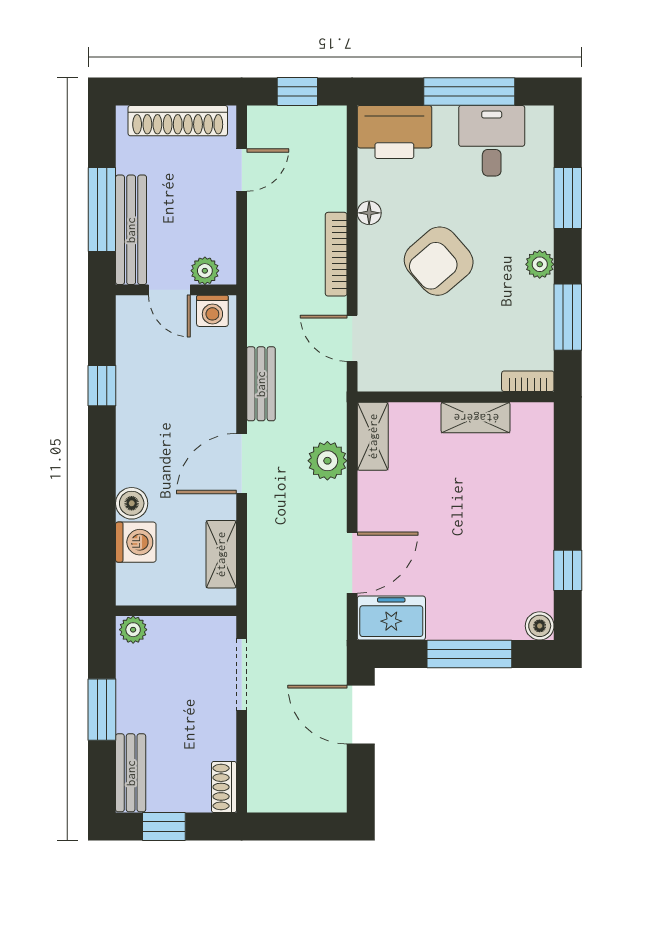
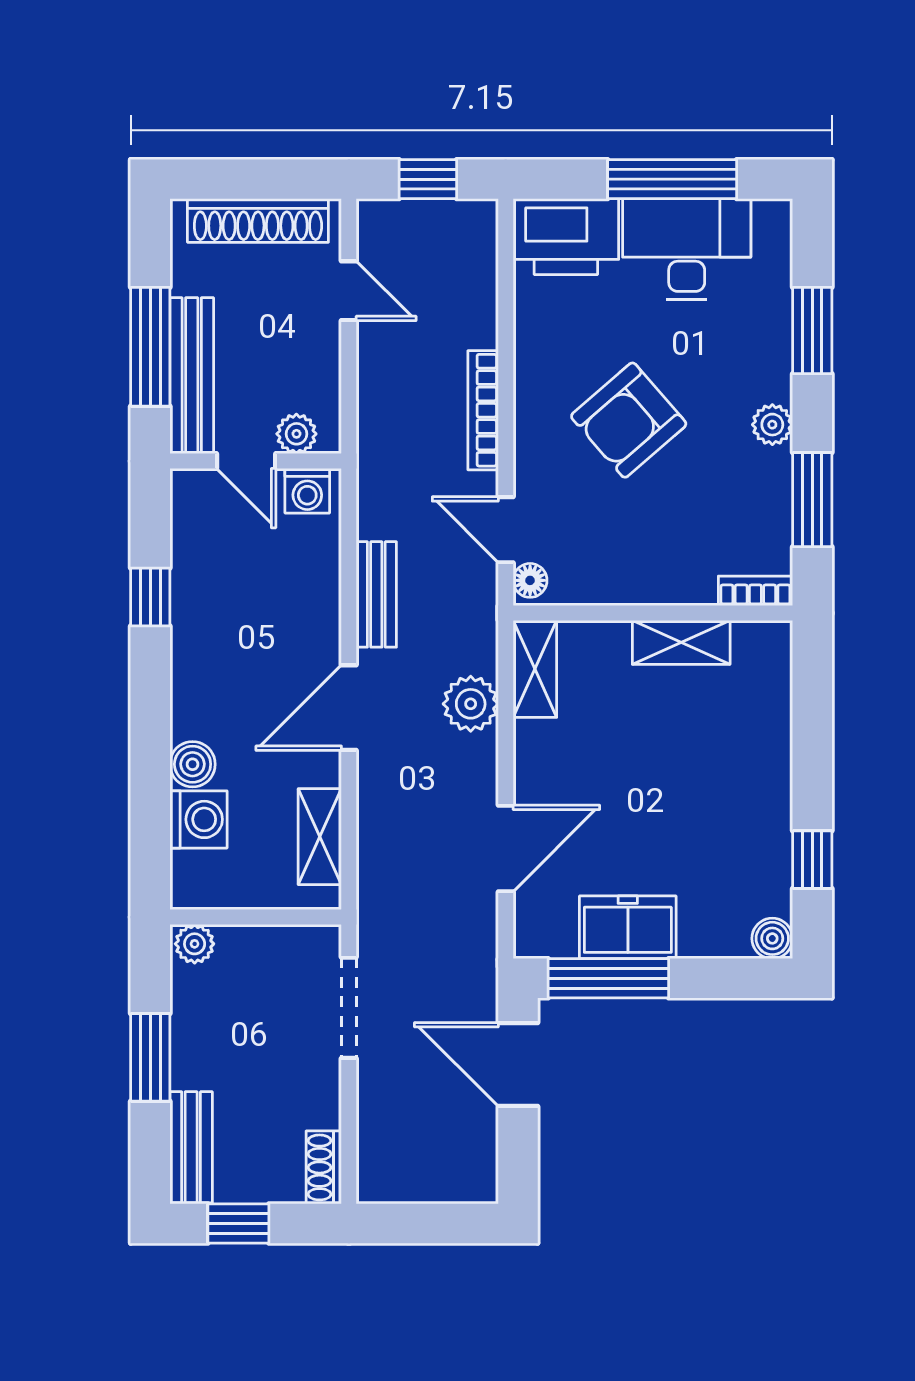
desk: (492, 141) -> (687, 249), width x1.37
door: (242, 170) -> (349, 291), hinge flipped
floor lamp: (369, 213) -> (530, 580), moved
freezer: (391, 618) -> (628, 927), moved
window: (469, 654) -> (608, 978), moved

